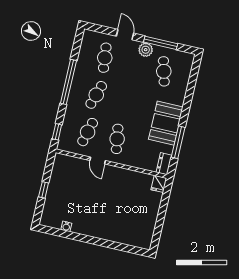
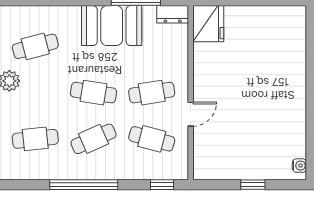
cafe table: (96, 95) -> (94, 139), turned -42
cafe table: (126, 102) -> (94, 93), added
fridge: (159, 184) -> (208, 24), width x1.88, depth x1.34
water cooler: (66, 226) -> (299, 166), moved

